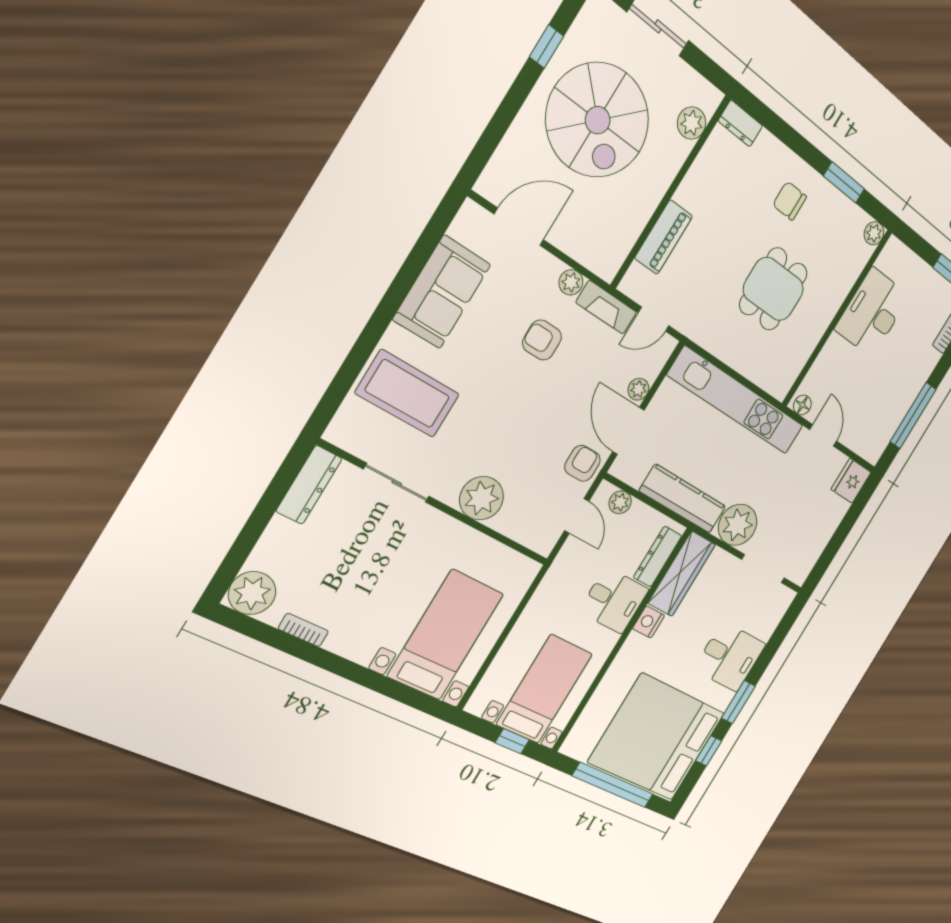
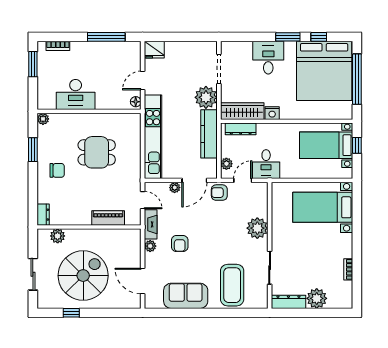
chair: (790, 201) -> (57, 170), turned -90
plant: (252, 593) -> (317, 298), moved
desk: (614, 600) -> (266, 164), moved, turned 180

